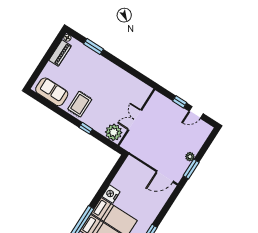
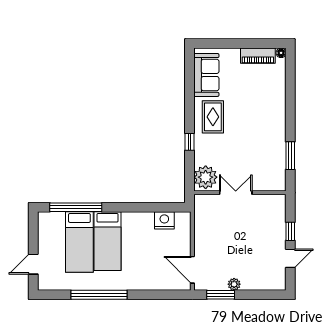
window: (94, 47) -> (290, 156), moved
rug: (80, 104) -> (213, 117), turned 90
door: (196, 112) -> (290, 258), swing flipped
nightstand: (111, 194) -> (164, 220), moved

